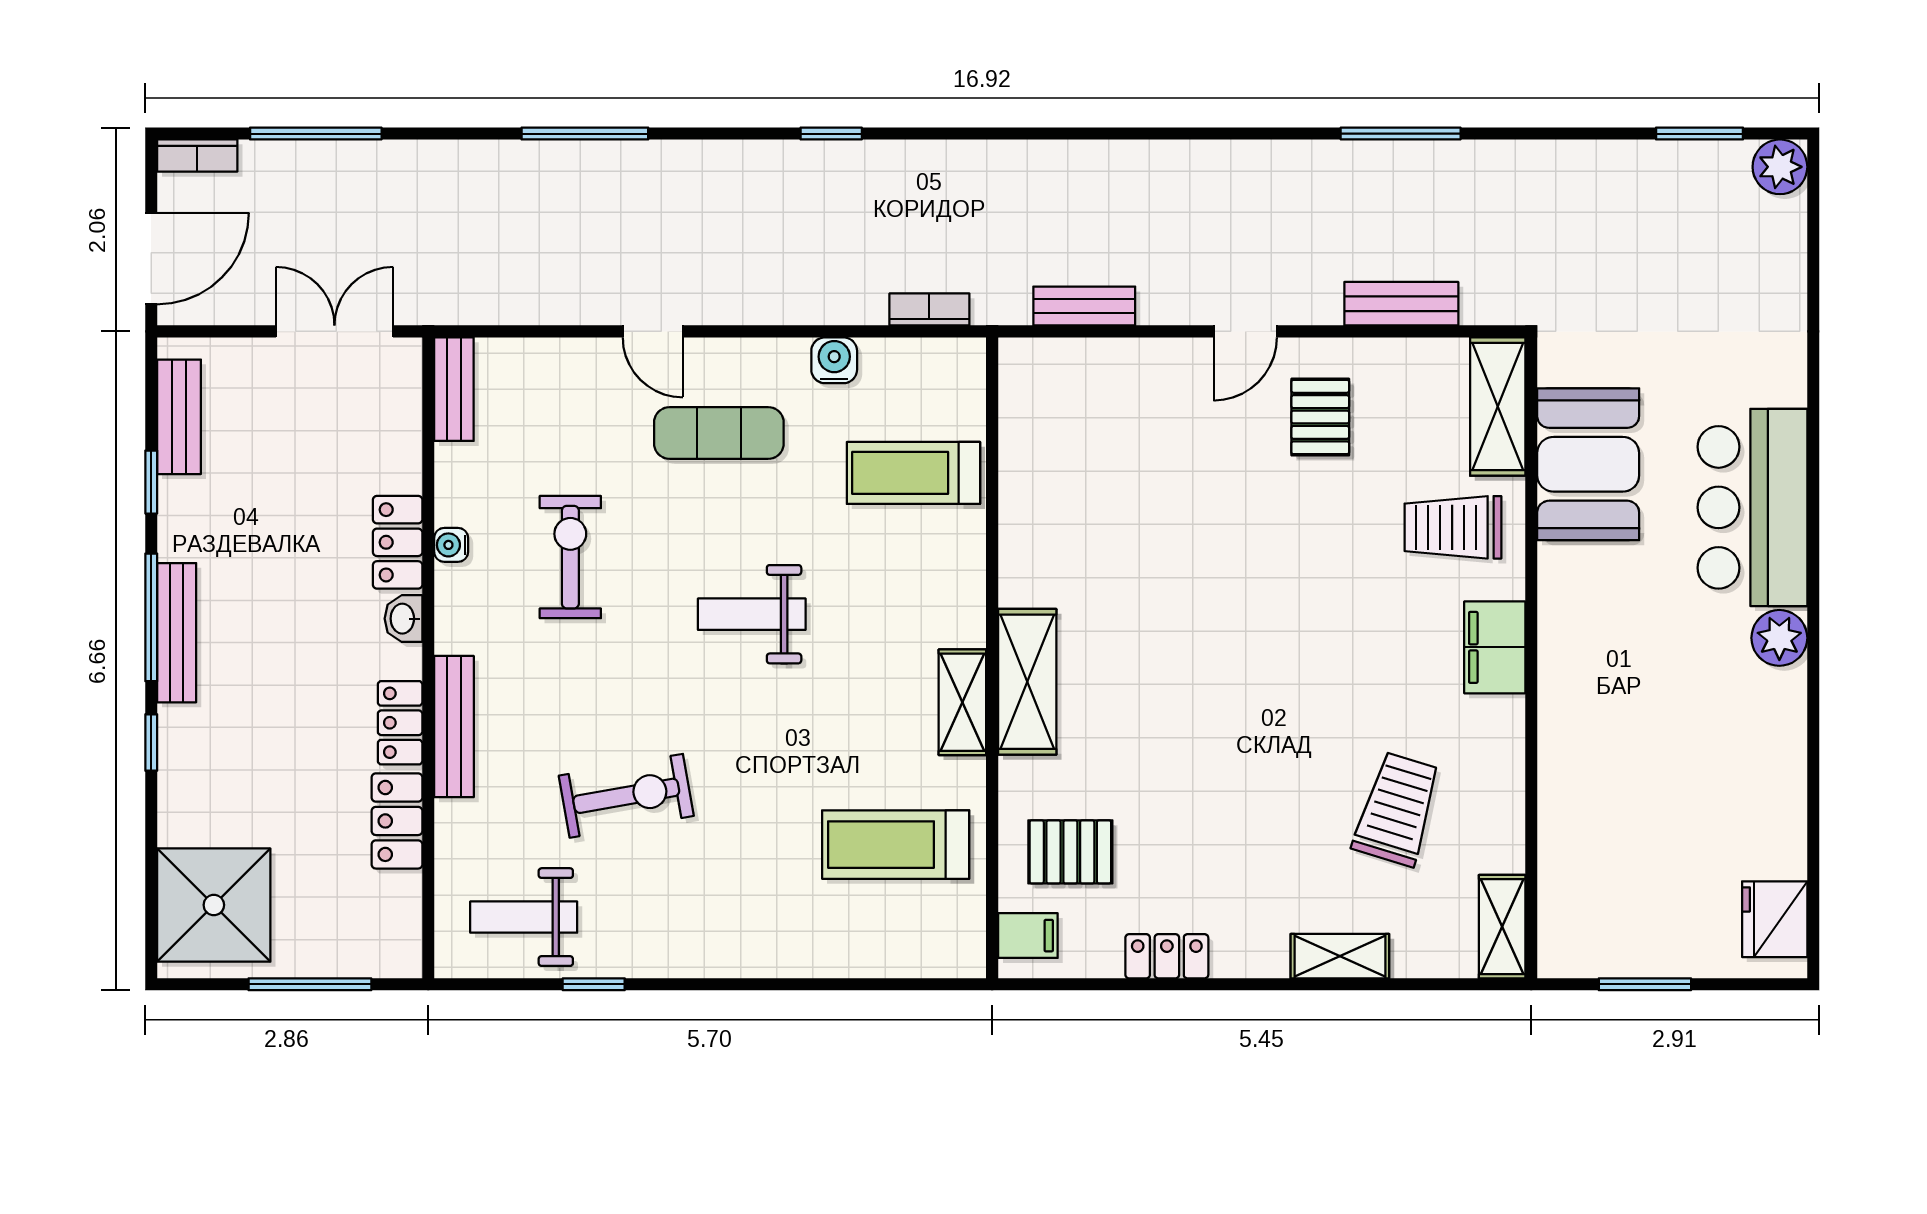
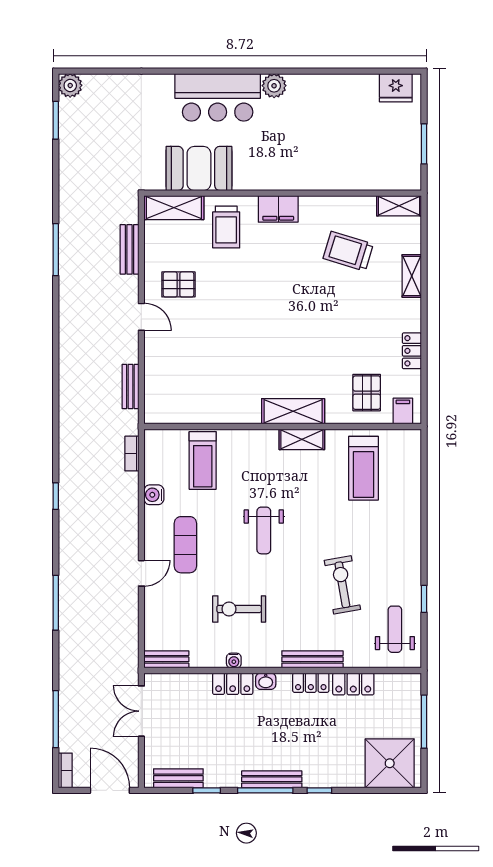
weight bench: (524, 917) -> (395, 629), turned 180

